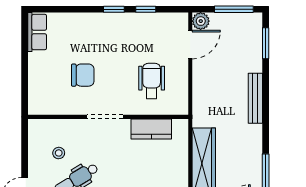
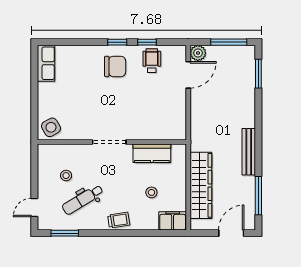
chair: (83, 75) -> (115, 66), moved
wheelchair: (152, 81) -> (152, 61), moved, width x0.73, depth x0.73
bench: (255, 98) -> (249, 152), moved
side table: (42, 101) -> (51, 127), added
stool: (151, 171) -> (151, 192), added

